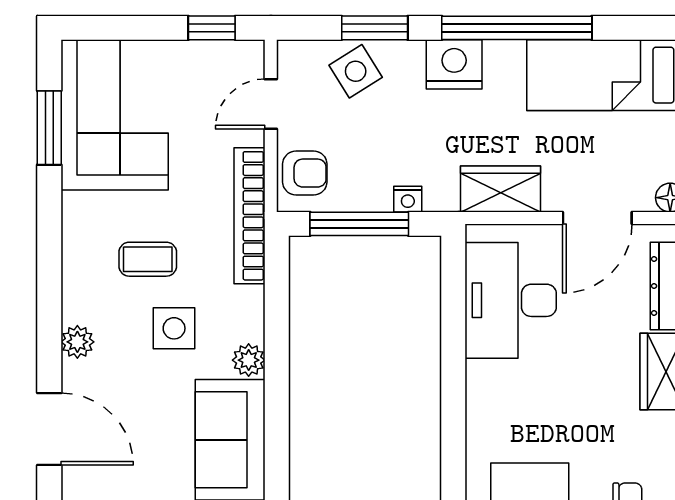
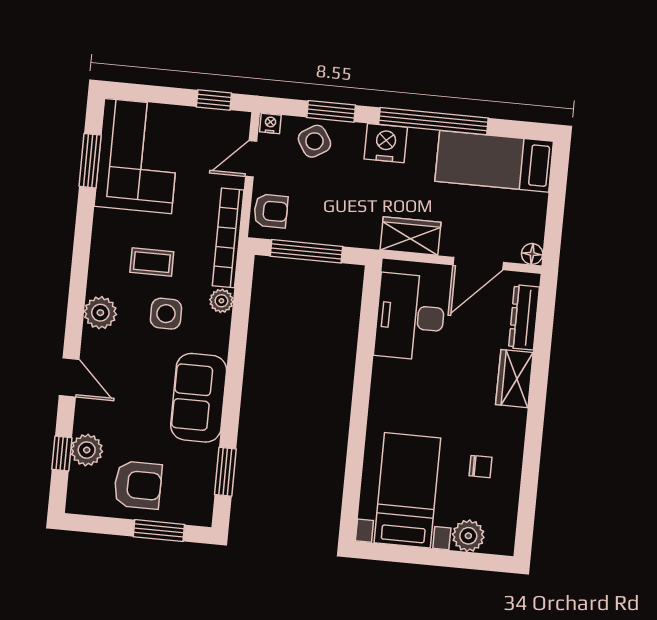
nightstand: (408, 199) -> (270, 123), moved, turned 180
plant: (77, 342) -> (100, 313), width x1.38, depth x1.38
plant: (249, 360) -> (221, 301), moved
door: (49, 429) -> (69, 377), width x0.73

